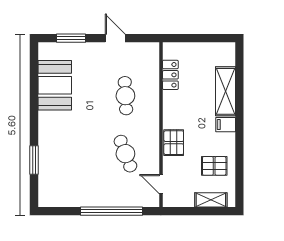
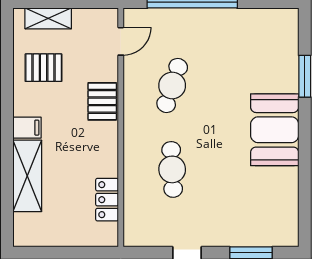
booth: (55, 85) -> (275, 130), moved
cafe table: (125, 154) -> (172, 85), turned 39
door: (161, 184) -> (121, 41), hinge flipped

